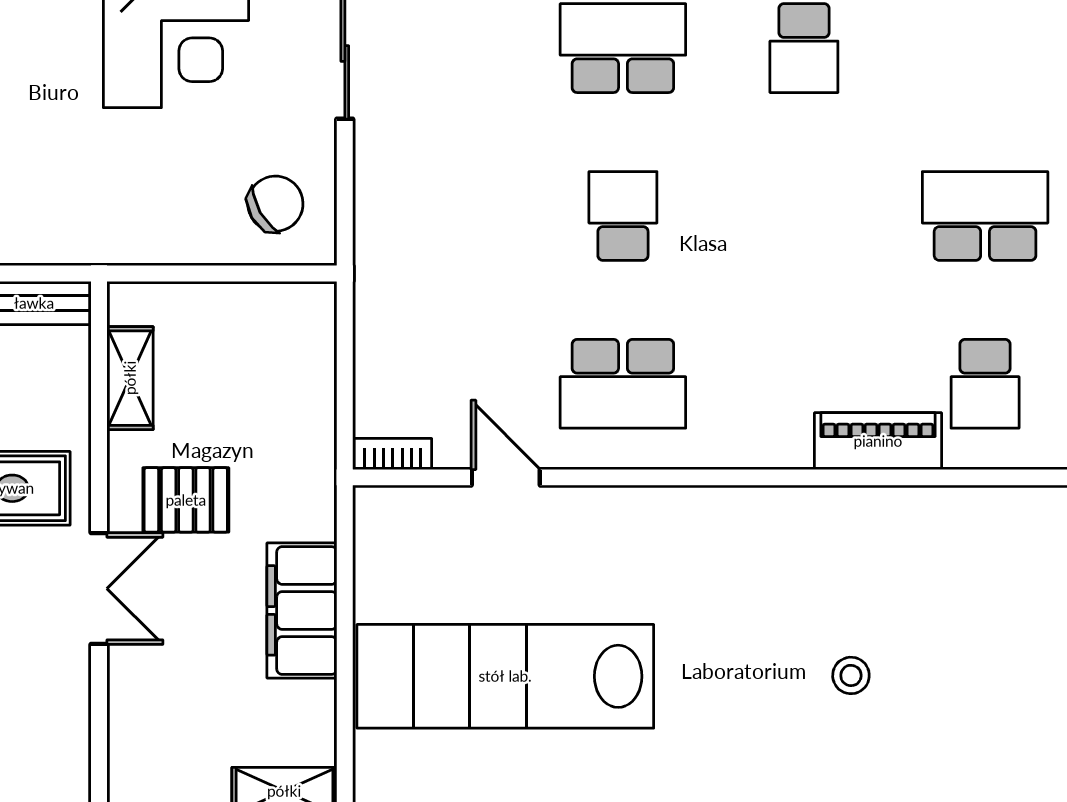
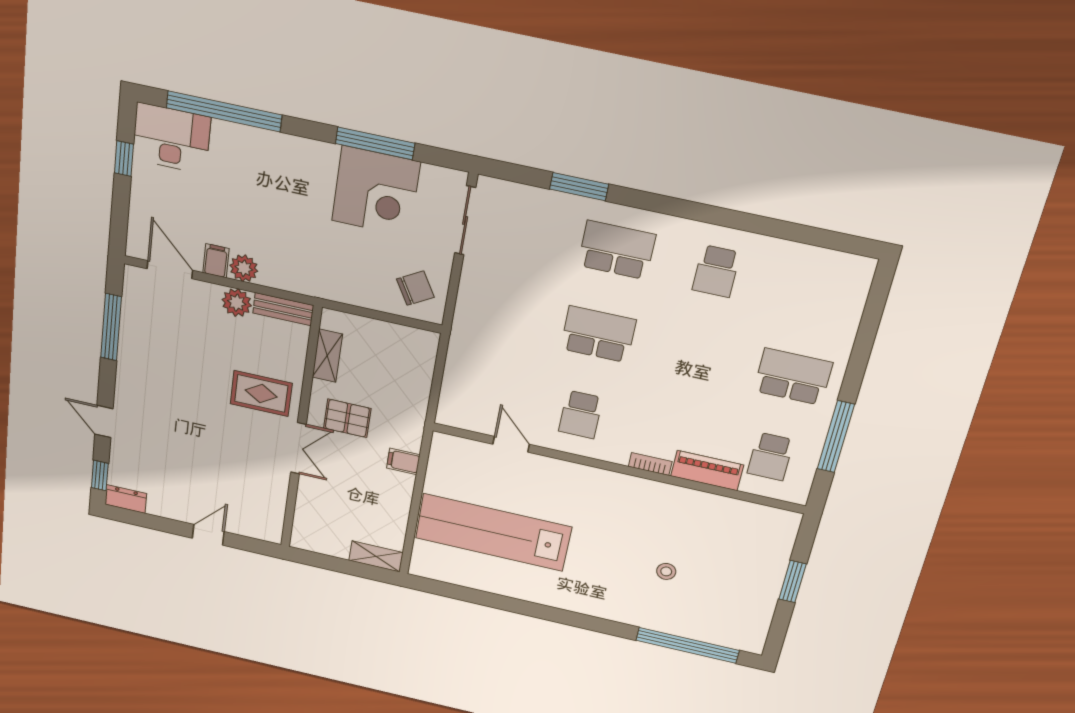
school desk: (623, 216) -> (598, 334), width x1.85
school desk: (623, 384) -> (581, 415), width x0.54
bookcase: (393, 454) -> (650, 464), moved
filing cabinet: (302, 610) -> (403, 461), width x0.33, depth x0.86

